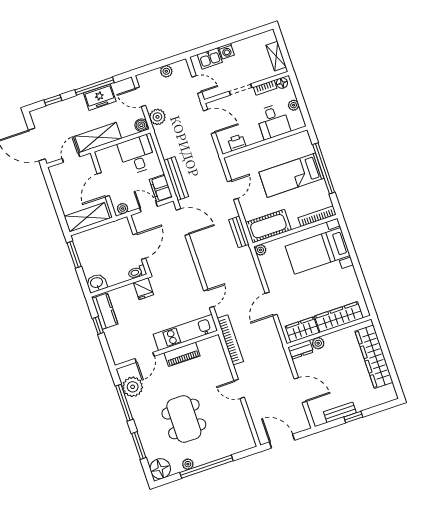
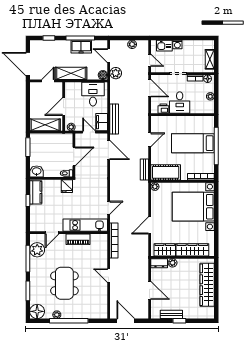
desk: (273, 121) -> (180, 103), moved
bed with nightstands: (318, 251) -> (193, 207), width x1.36

